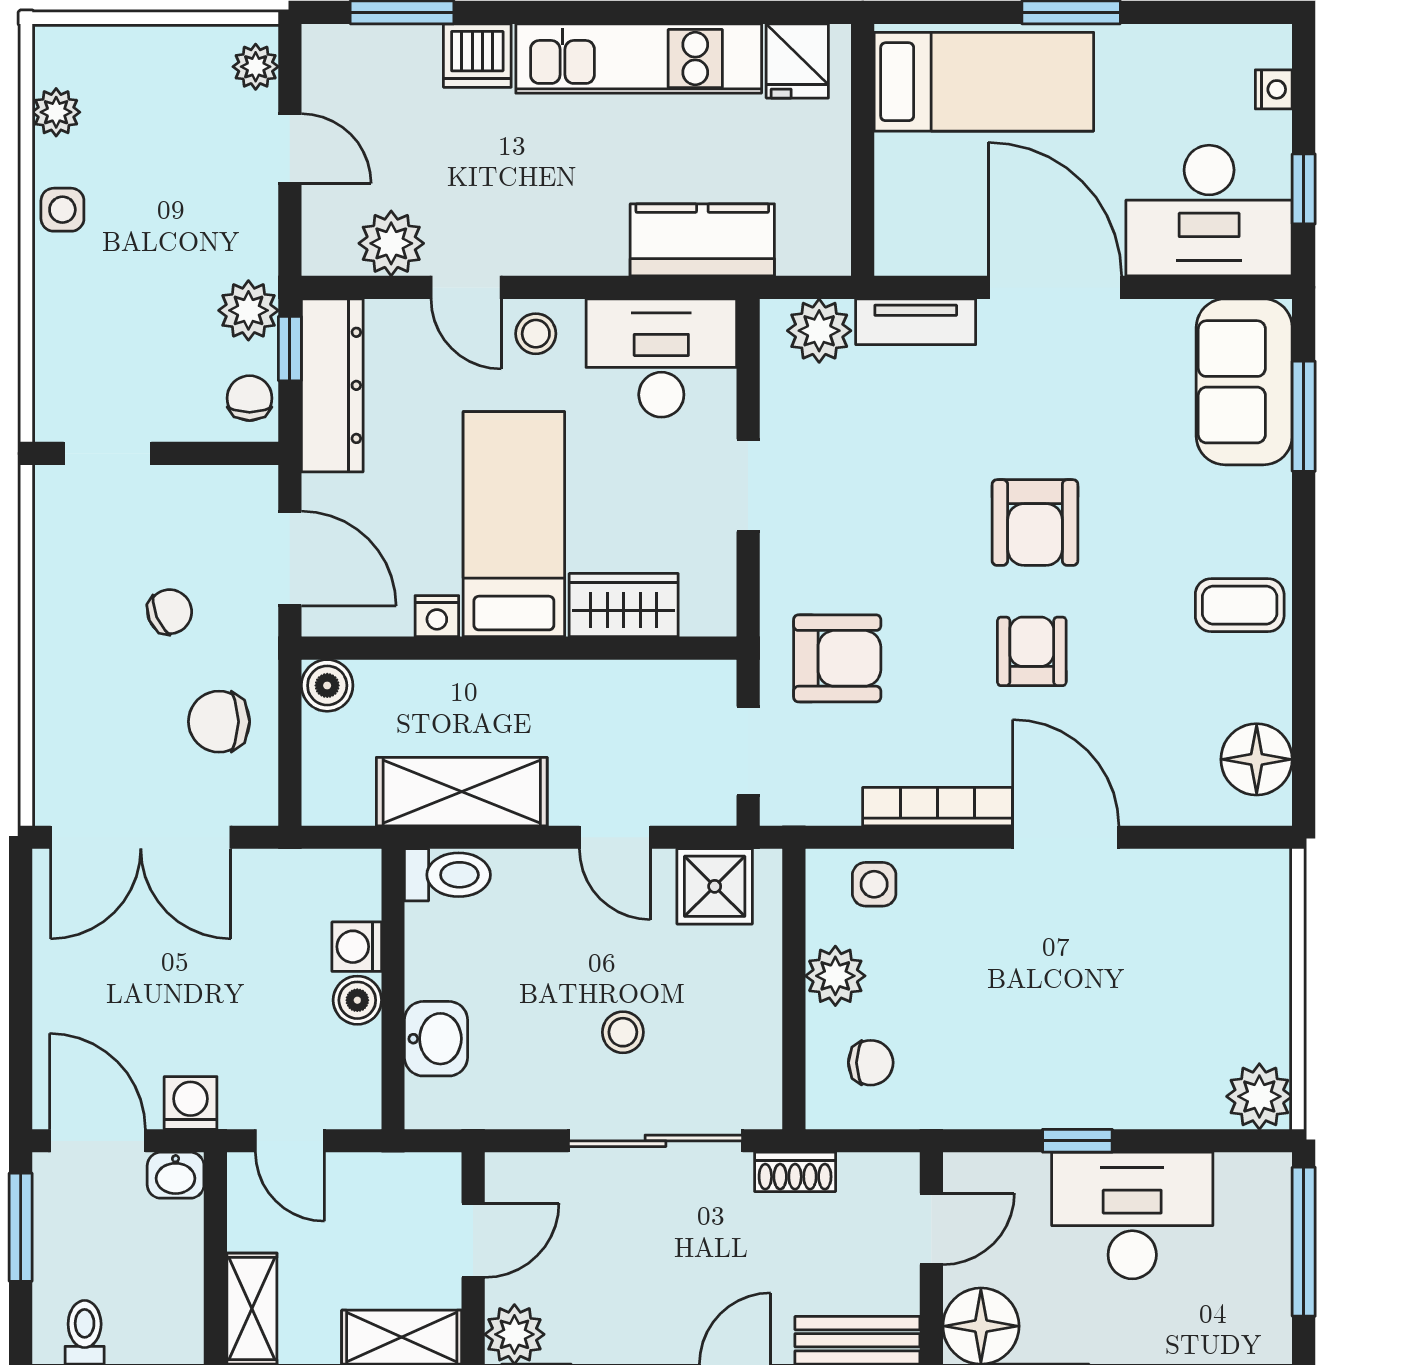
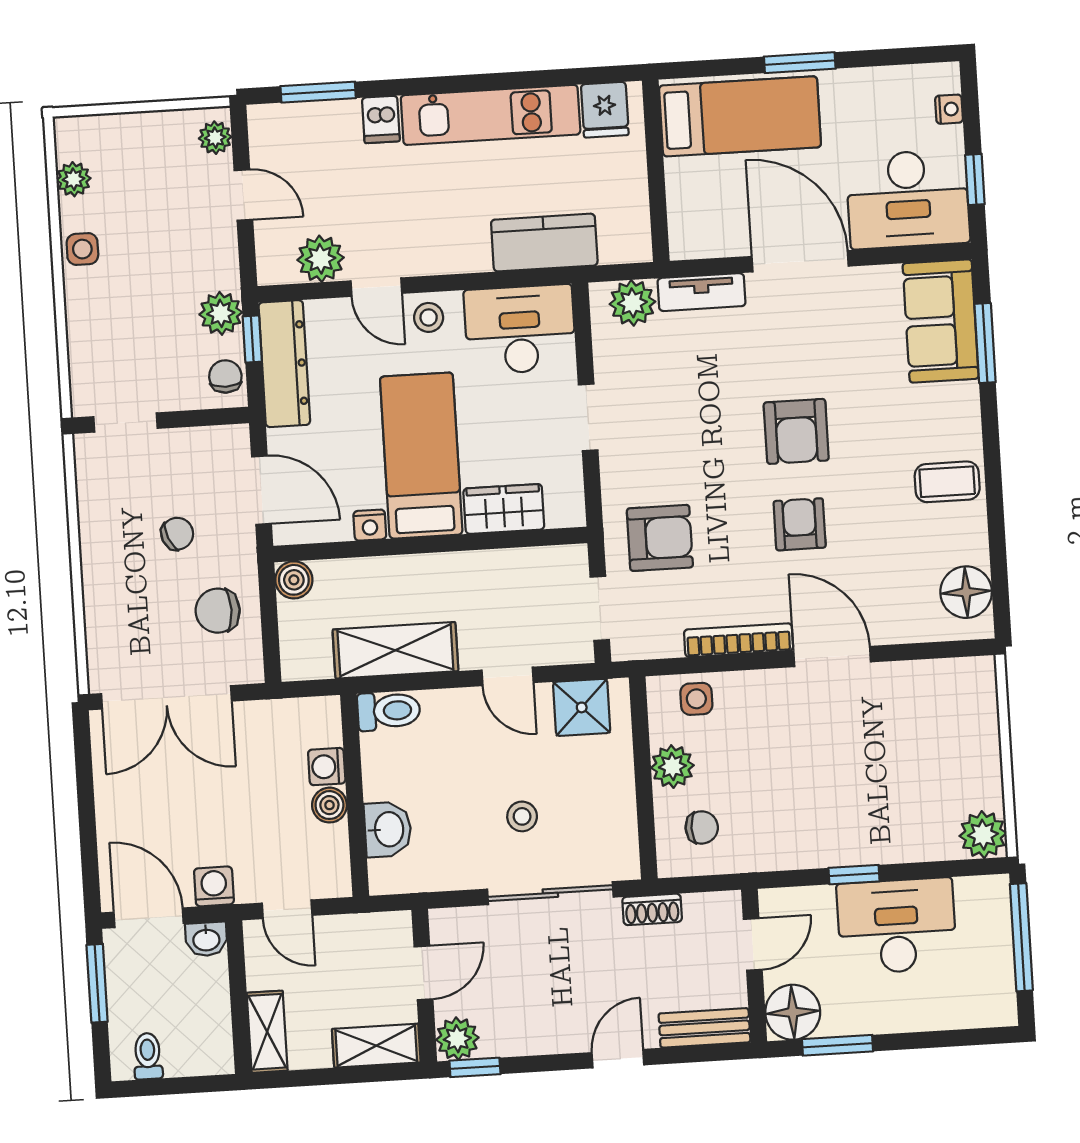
dishwasher: (477, 56) -> (381, 119), width x0.73

